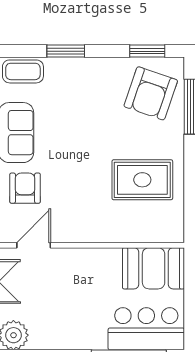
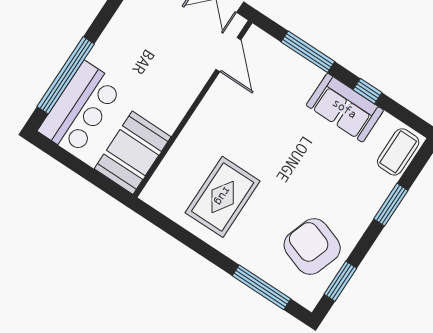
armchair: (151, 93) -> (312, 247), moved
armchair: (25, 188) -> (287, 82), removed

